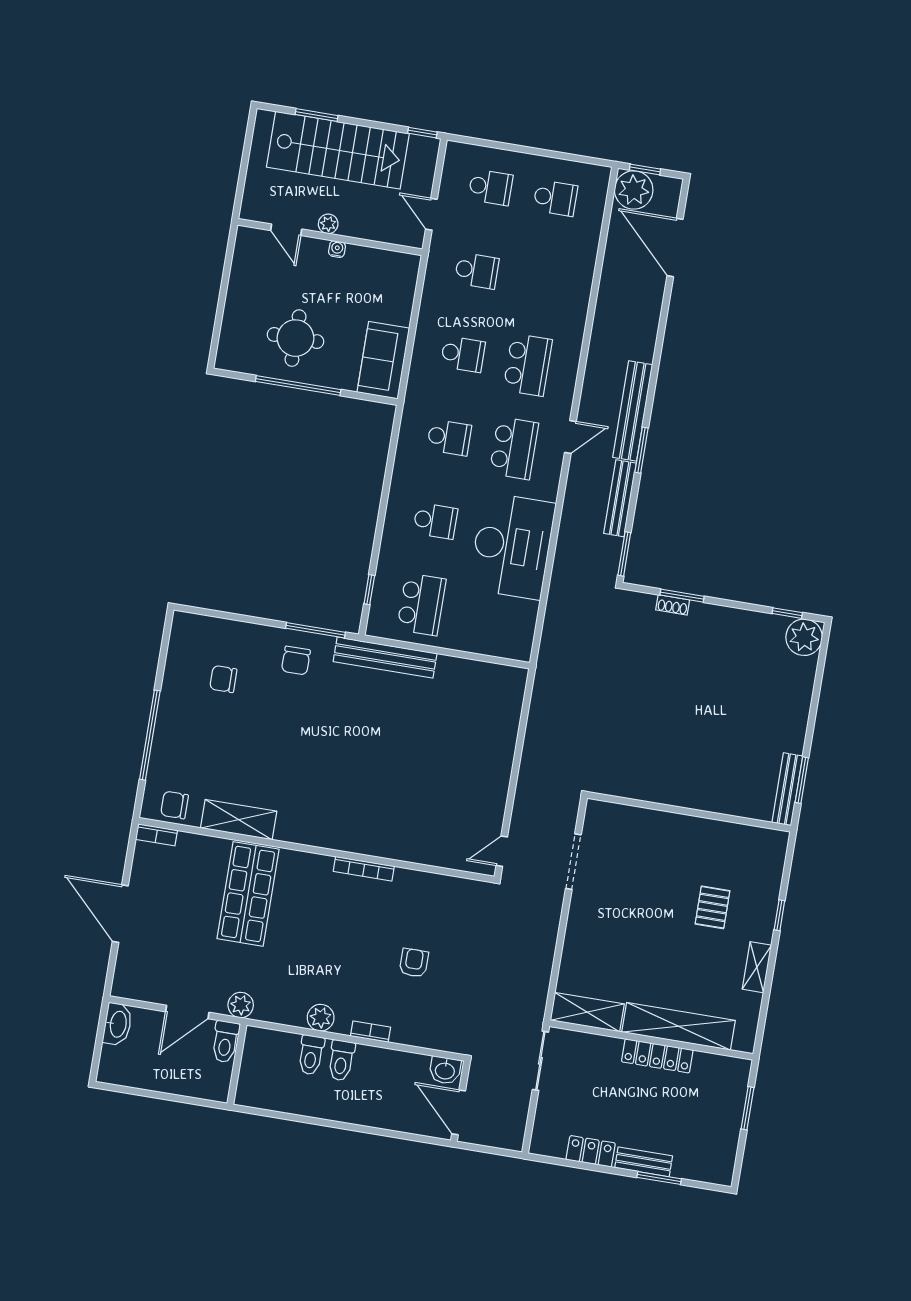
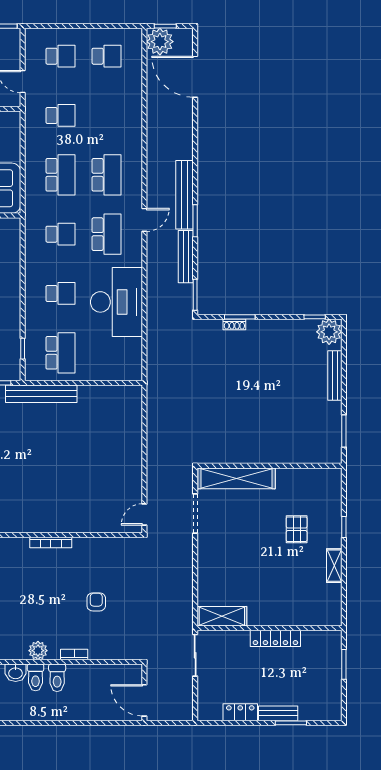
school desk: (463, 354) -> (60, 175), width x1.85
bench: (787, 789) -> (335, 376), moved
shelving: (678, 1026) -> (236, 478), moved
washbasin: (445, 1070) -> (16, 673), moved

